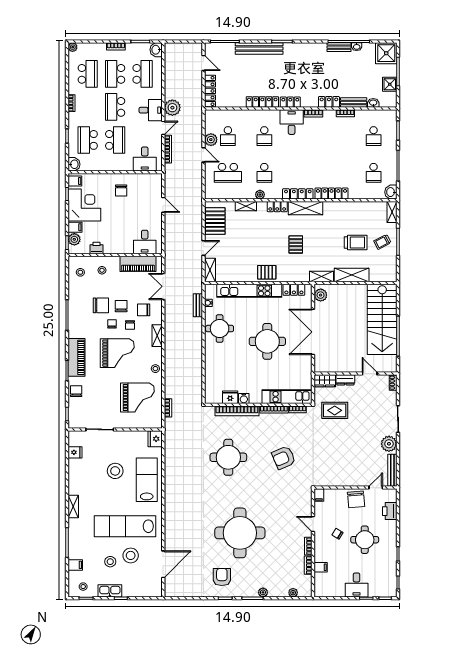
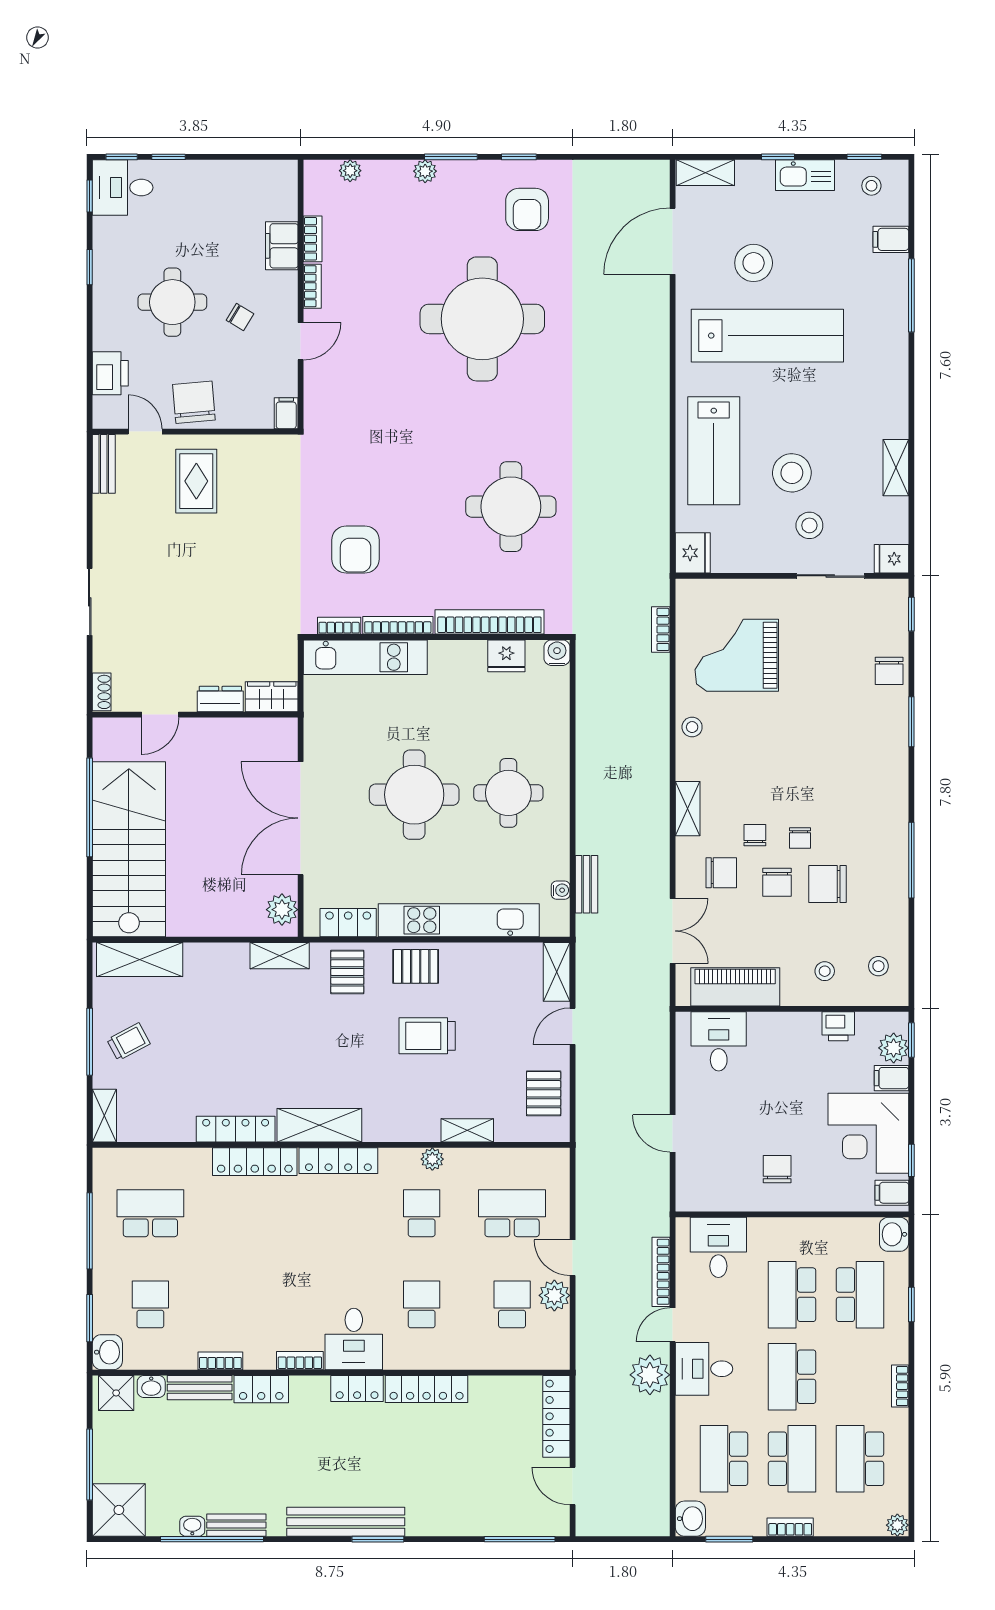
bench: (259, 49) -> (346, 1522), moved
shower: (390, 84) -> (116, 1393), moved
school desk: (115, 107) -> (792, 1377), turned 180
school desk: (374, 173) -> (150, 1213), width x1.85
washbasin: (391, 192) -> (107, 1352), moved
locker: (277, 207) -> (236, 1129), moved, width x1.53
pallet: (215, 221) -> (544, 1093), width x0.67, depth x0.71
trolley: (356, 243) -> (427, 1036), moved
pallet: (296, 244) -> (347, 972), moved
shelving: (352, 275) -> (140, 959), moved
round table: (220, 329) -> (508, 793), moved
double door: (313, 332) -> (301, 818), swing flipped
grand piano: (117, 353) -> (787, 765), removed
piano: (76, 357) -> (888, 755), removed
door: (370, 374) -> (160, 715), hinge flipped
water cooler: (244, 399) -> (557, 653), moved
rug: (335, 410) -> (196, 481), moved, turned 90
plant: (389, 444) -> (112, 540), removed
fridge: (75, 452) -> (891, 559), moved
armchair: (284, 458) -> (356, 549), moved, turned 113
bench: (392, 470) -> (104, 464), width x0.73
door: (376, 488) -> (145, 432), swing flipped
shelving: (73, 507) -> (896, 468), moved
door: (313, 524) -> (301, 341), hinge flipped
stool: (110, 562) -> (809, 525), moved
filing cabinet: (321, 567) -> (282, 246), width x2.00
desk: (357, 585) -> (123, 188), moved, turned -90
shelving: (150, 592) -> (705, 173), added

